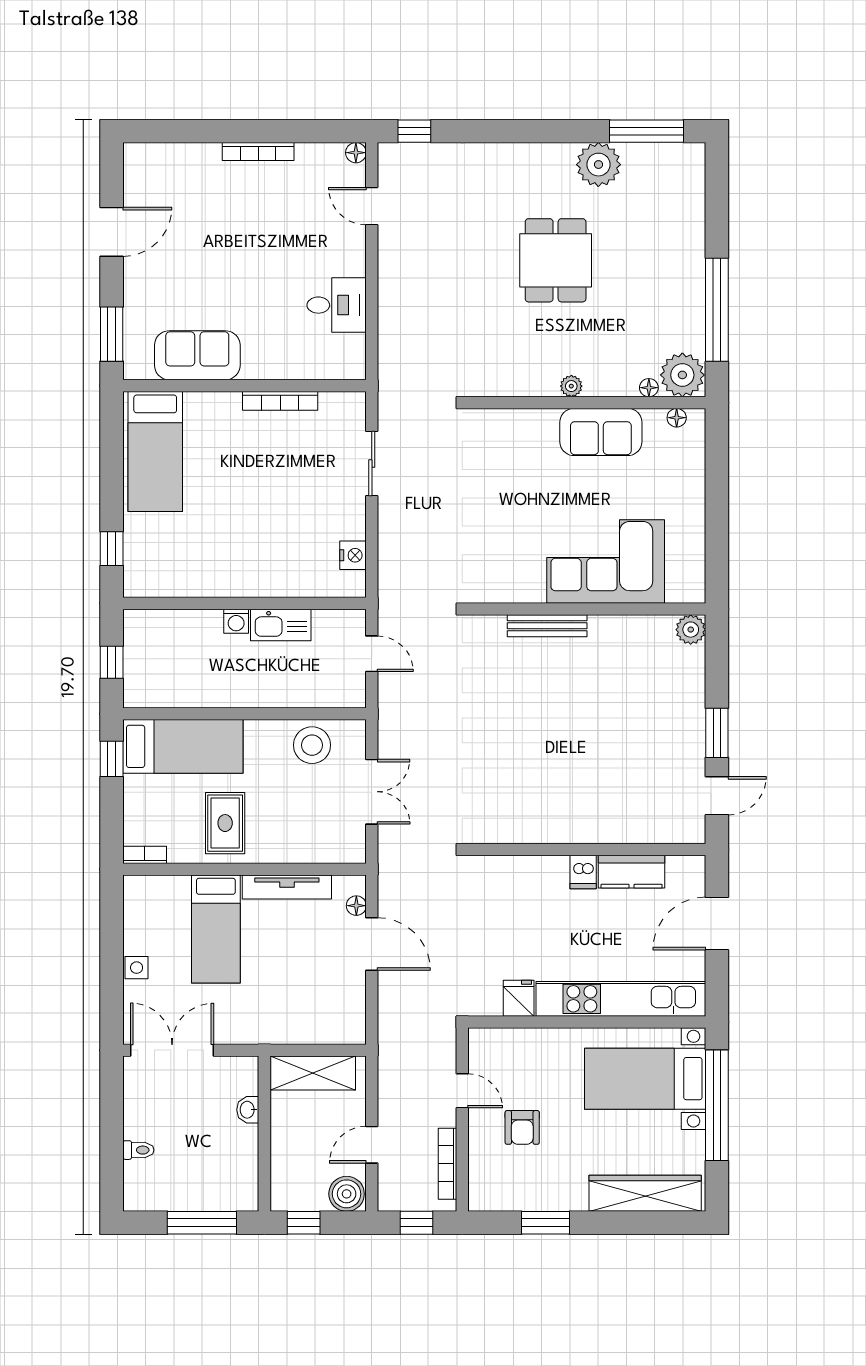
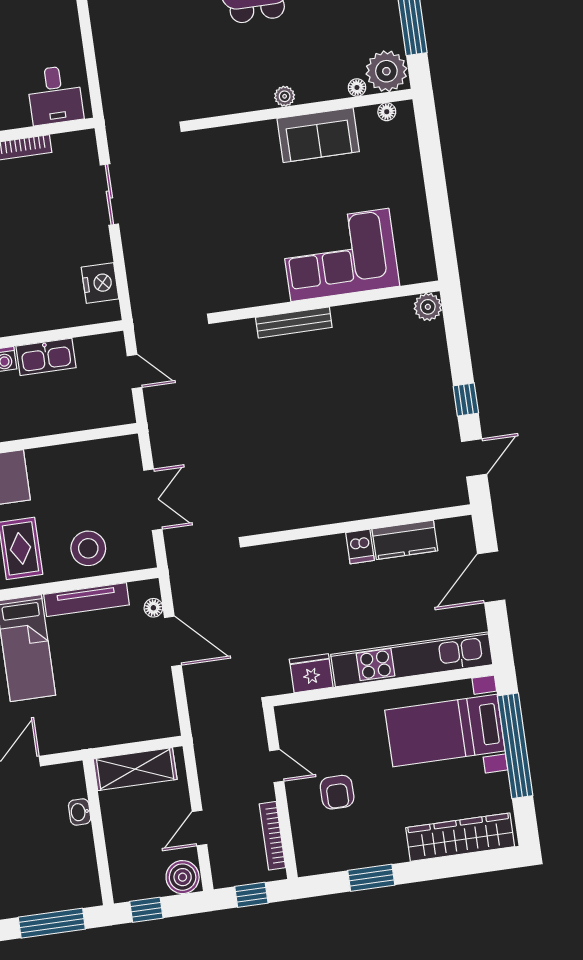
desk: (337, 305) -> (55, 95), moved, turned 90
nightstand: (353, 555) -> (100, 283), width x1.36, depth x1.33
window: (717, 733) -> (466, 399), width x0.67
stool: (312, 745) -> (88, 548), moved
fridge: (519, 998) -> (311, 673), width x1.38

